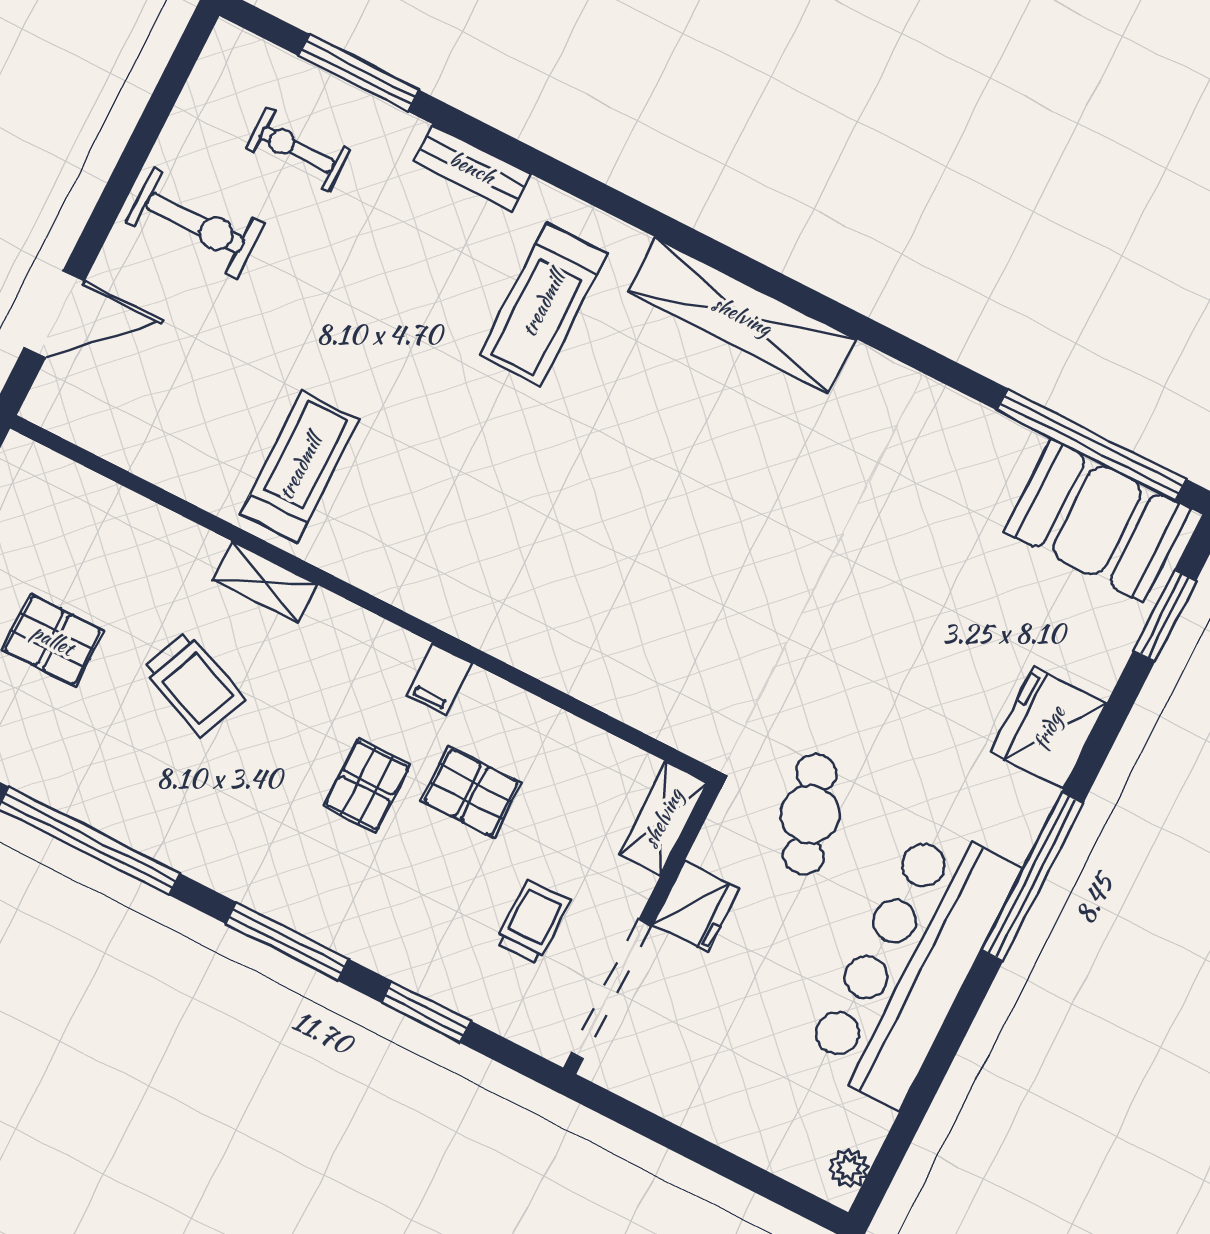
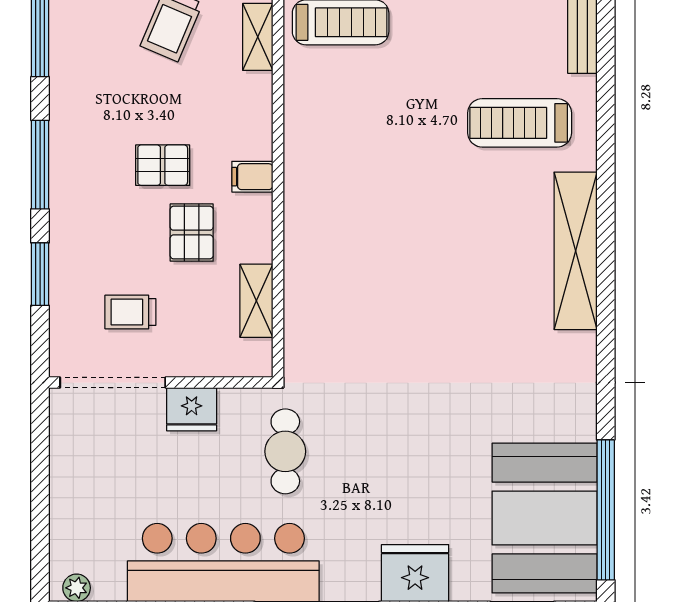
booth: (1097, 520) -> (545, 518), width x1.36, depth x1.42
cafe table: (810, 814) -> (285, 451), turned -72
shelving: (663, 818) -> (256, 301), moved, turned 90
trolley: (533, 921) -> (130, 312), turned 180

